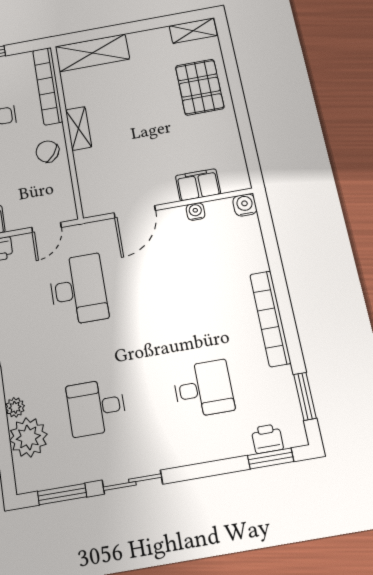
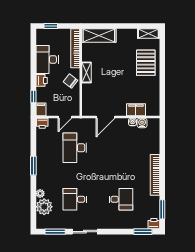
water cooler: (245, 205) -> (142, 123), moved
desk: (78, 290) -> (75, 148), turned 180
printer: (267, 439) -> (154, 224), moved

